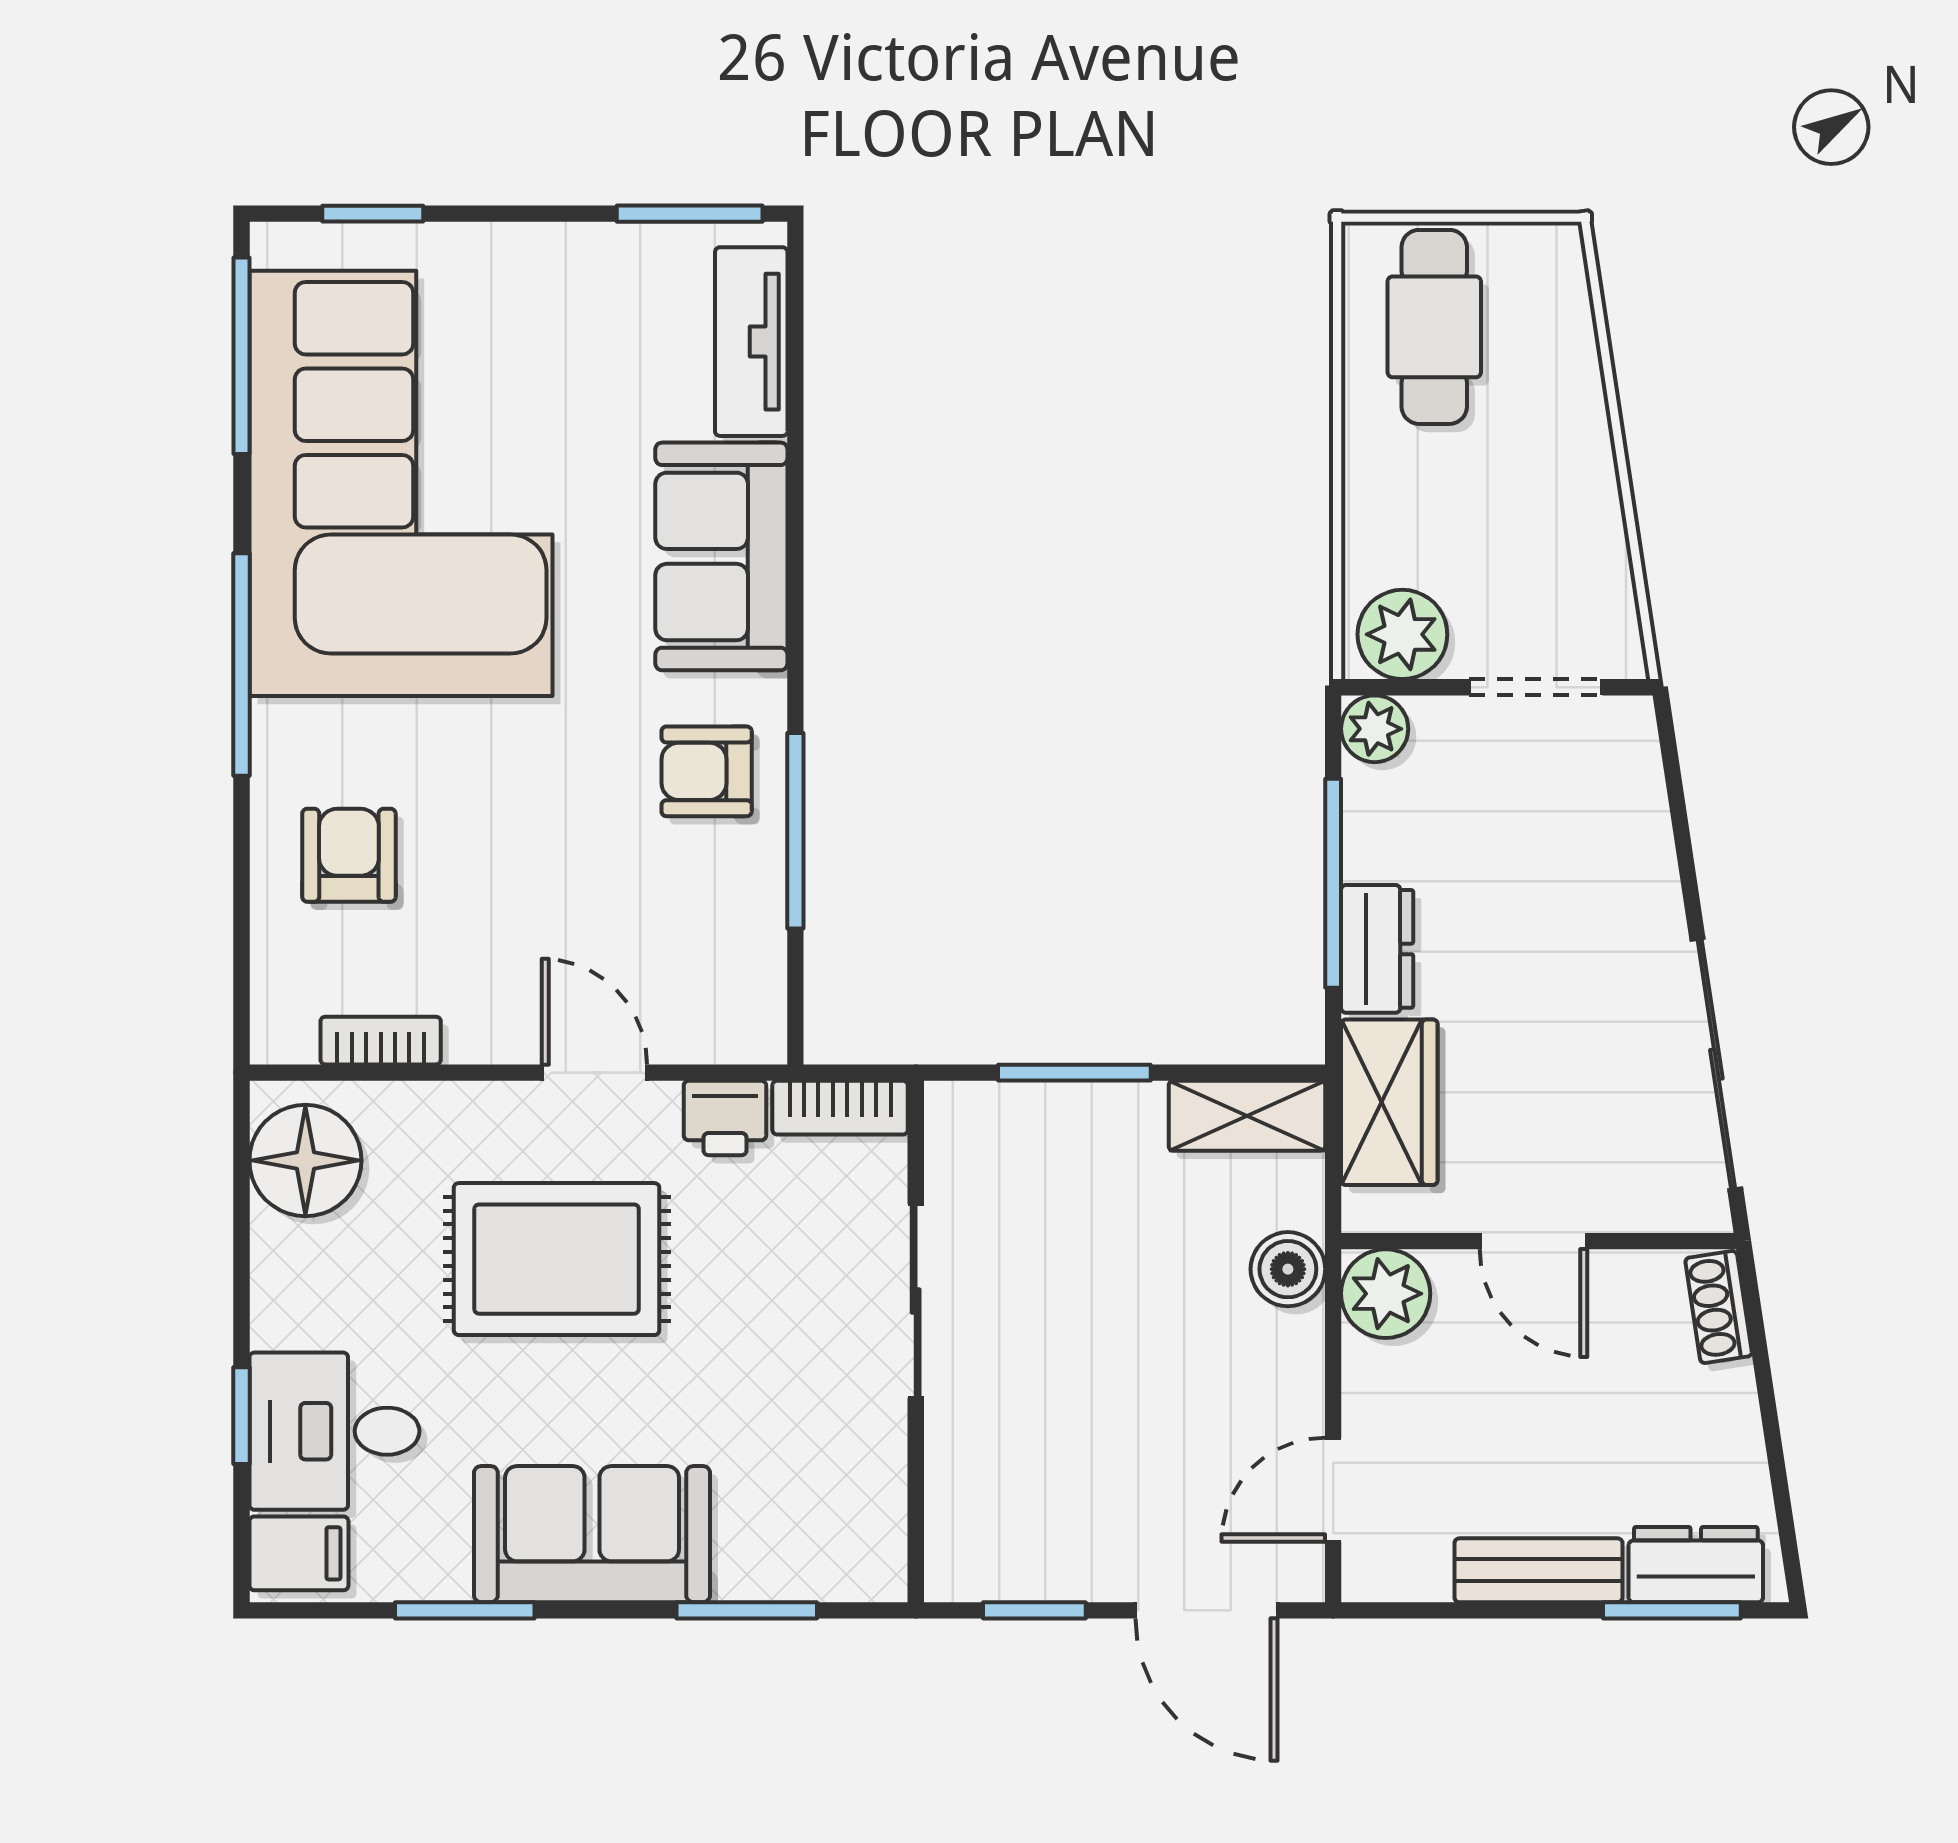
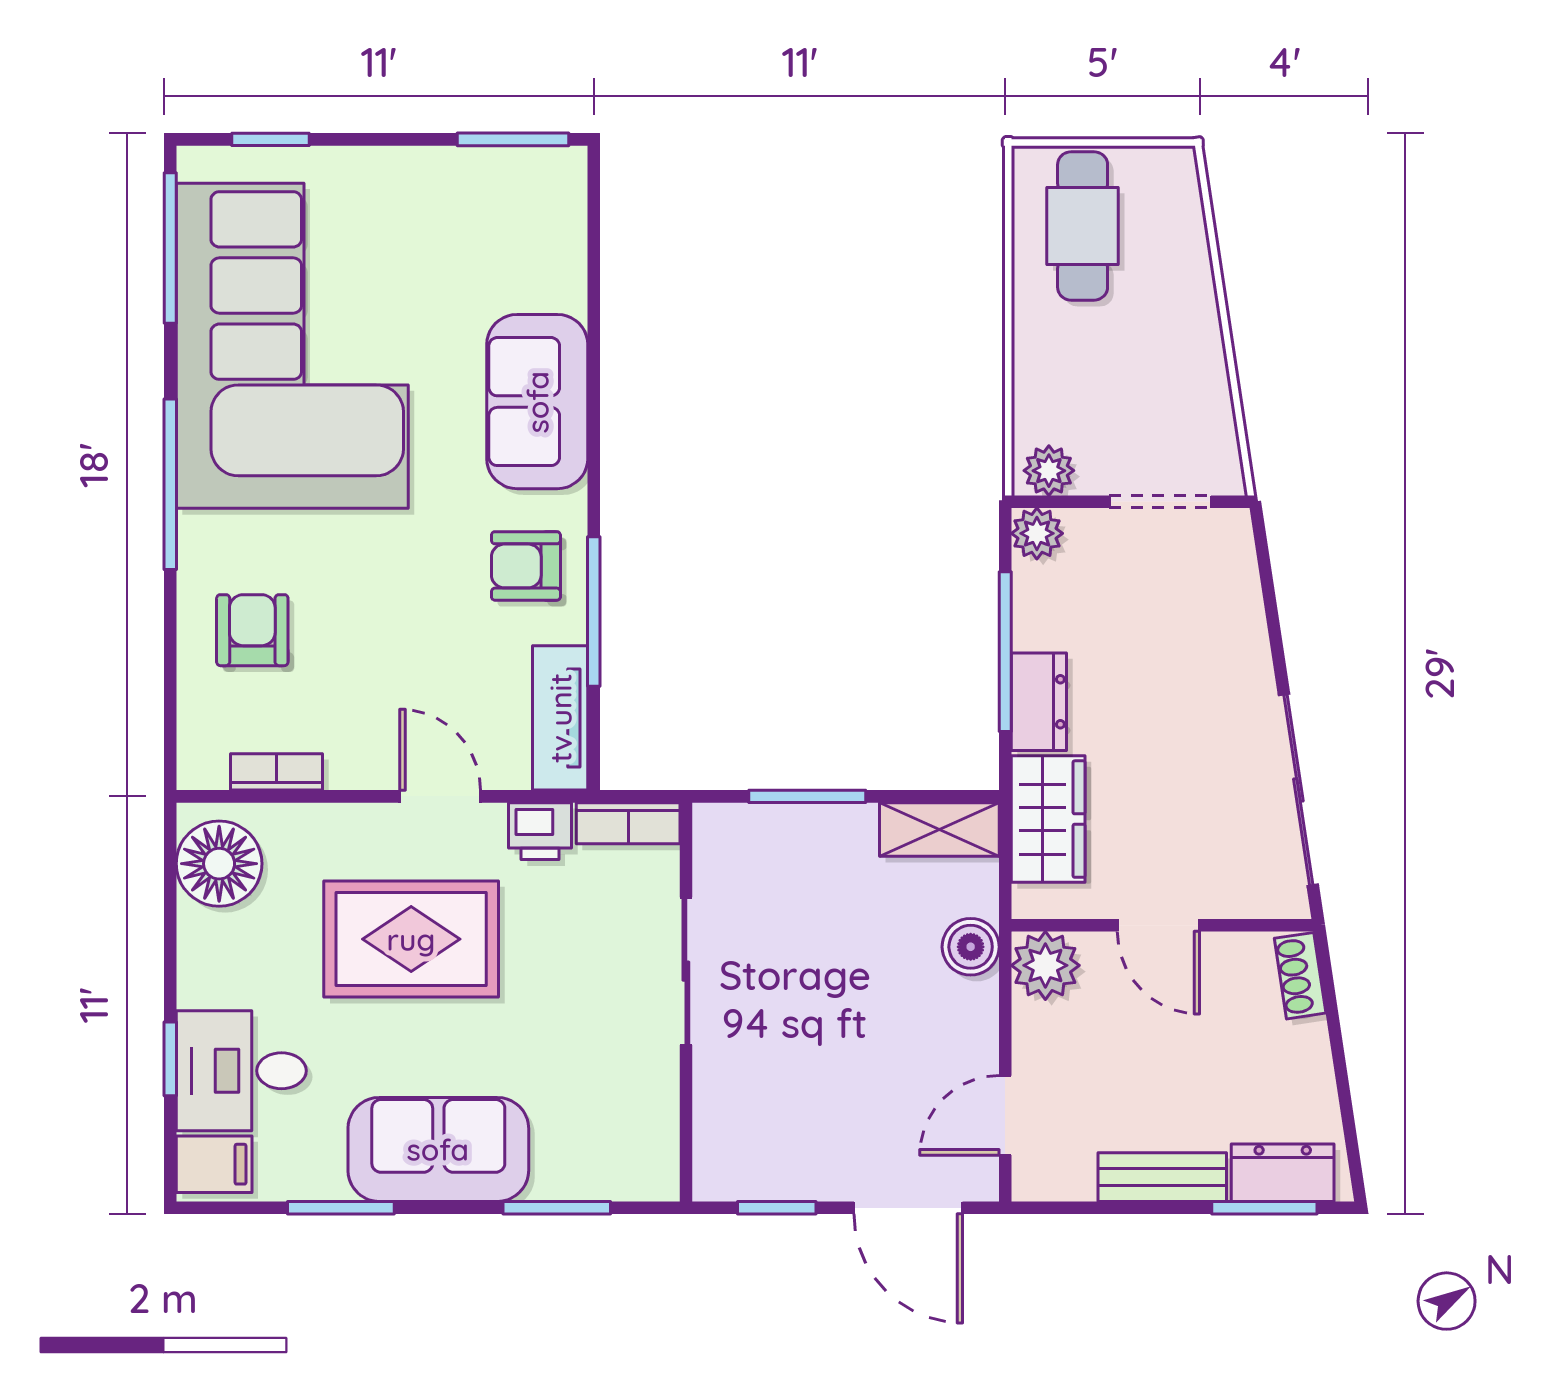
tv unit: (751, 342) -> (560, 718), moved
plant: (1402, 634) -> (1049, 471), width x0.73, depth x0.73

